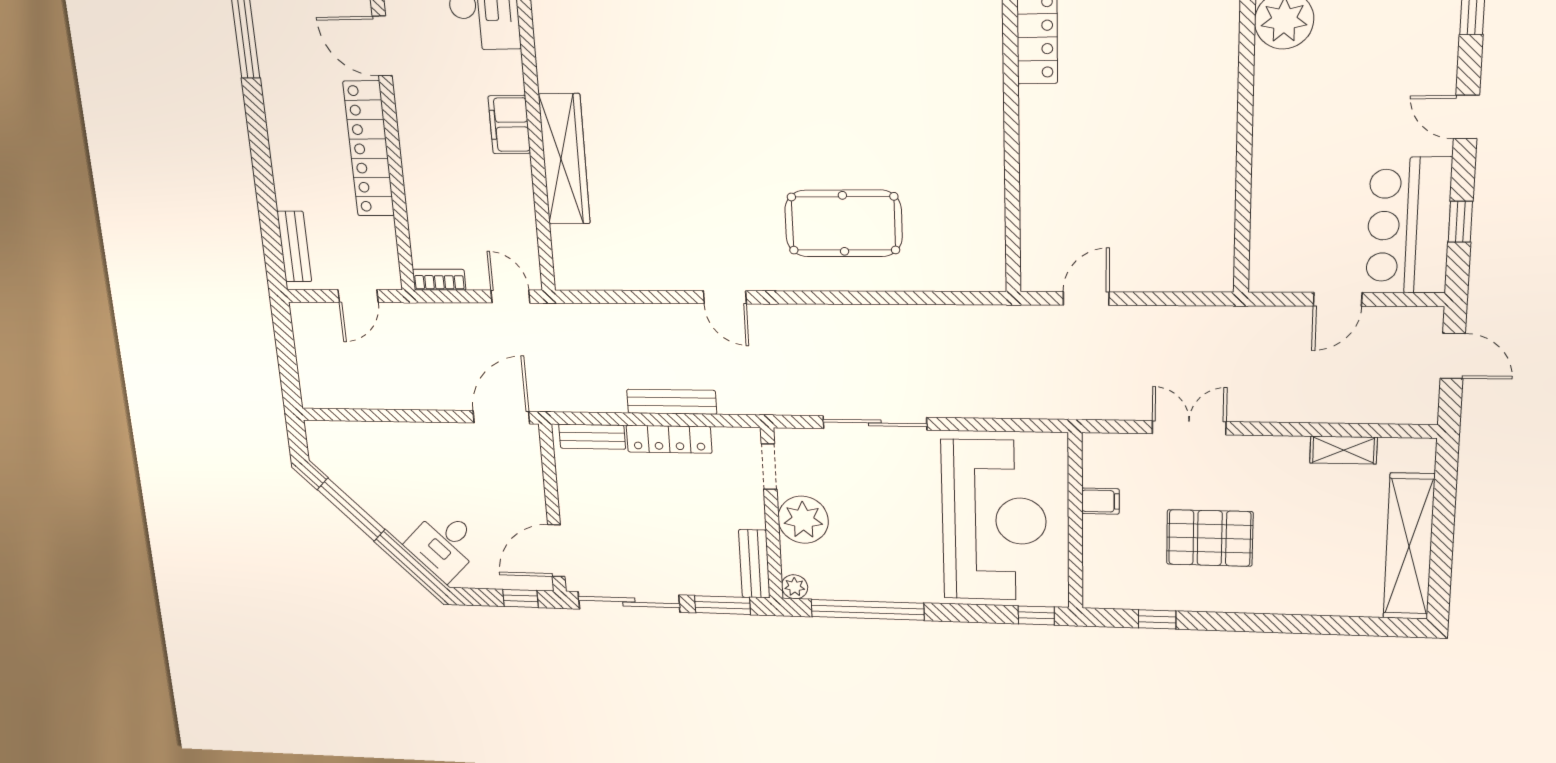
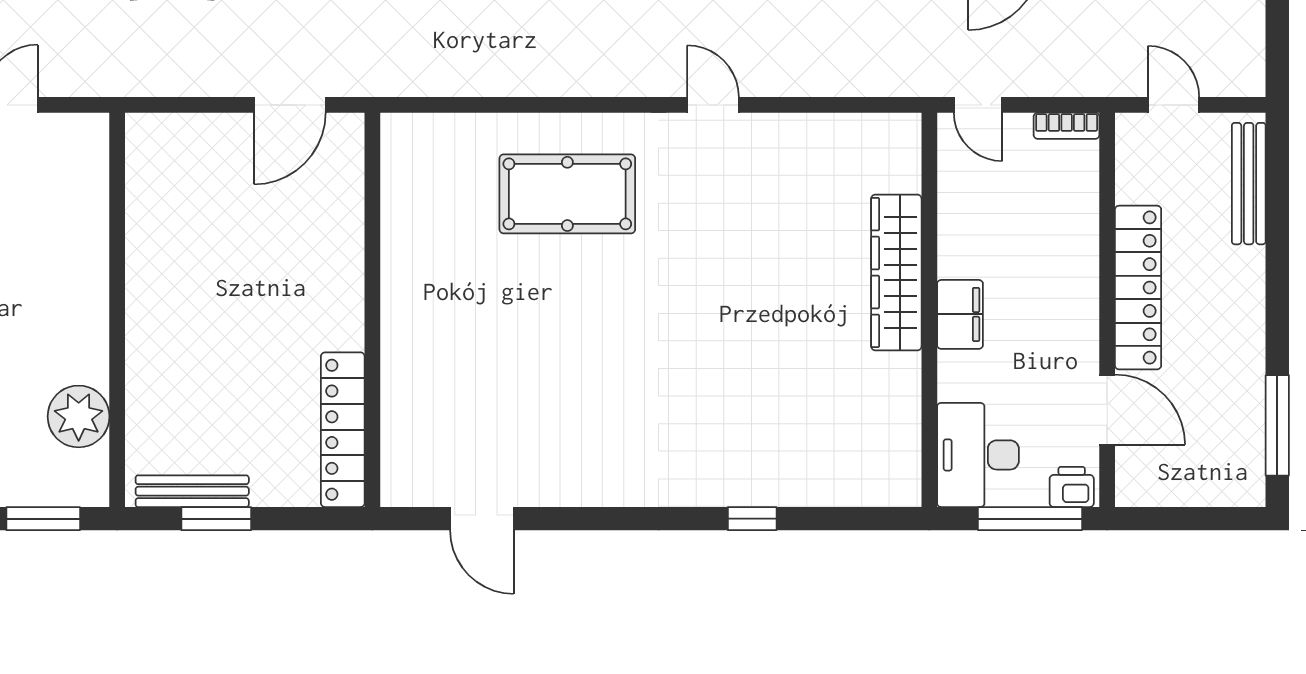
bench: (294, 247) -> (1249, 184), width x1.36
door: (358, 296) -> (1174, 105), hinge flipped
door: (1086, 298) -> (290, 105), width x1.38

